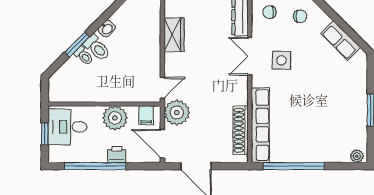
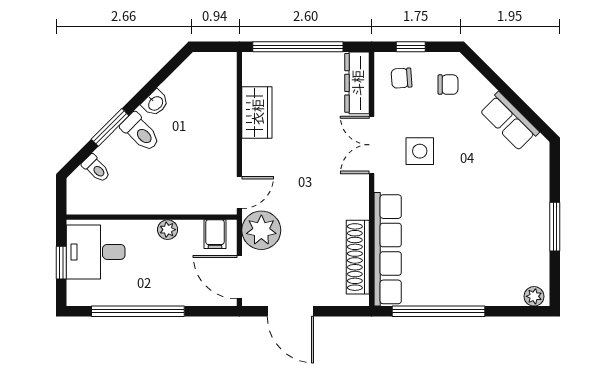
toilet: (84, 56) -> (96, 168), moved
plant: (115, 118) -> (168, 230), width x0.53, depth x0.53
printer: (117, 155) -> (170, 294), removed

